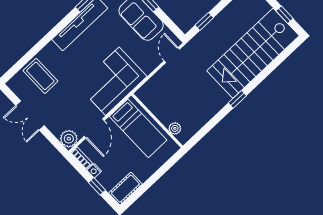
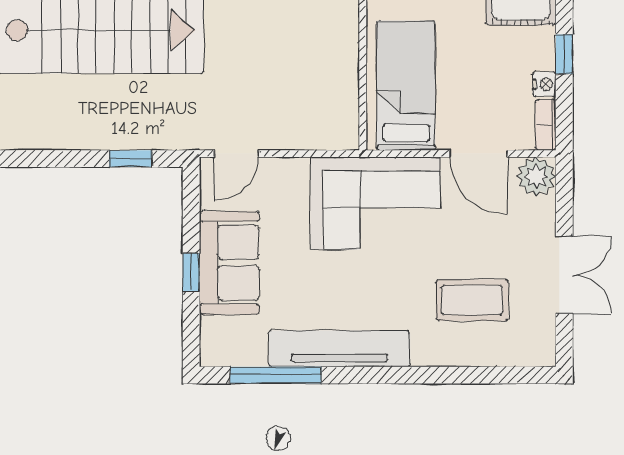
coffee table: (40, 76) -> (472, 300), moved, turned 90
plant: (175, 128) -> (346, 28), removed
door: (94, 129) -> (479, 154), swing flipped

